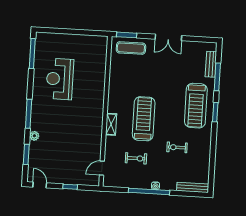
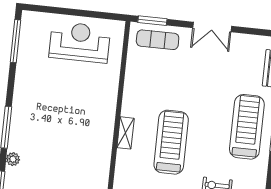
reception desk: (60, 79) -> (80, 42), moved, turned 90
treadmill: (196, 106) -> (247, 127), turned 180
shelving: (111, 124) -> (126, 133), moved

